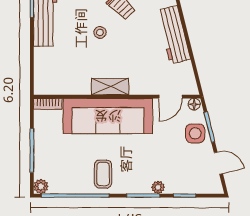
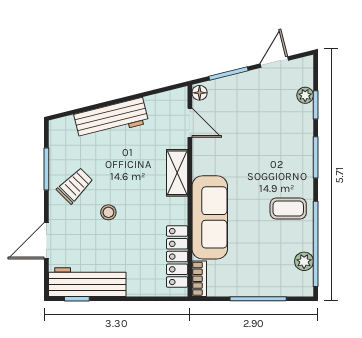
shelving: (110, 86) -> (177, 173), moved
locker: (65, 87) -> (177, 257), added
sofa: (108, 116) -> (210, 217), width x0.74, depth x0.79
side table: (195, 133) -> (237, 91), removed
plant: (41, 186) -> (304, 261), moved
plant: (158, 187) -> (305, 95), moved

